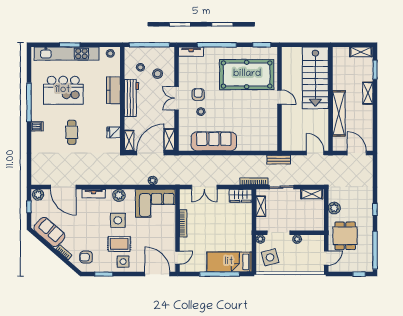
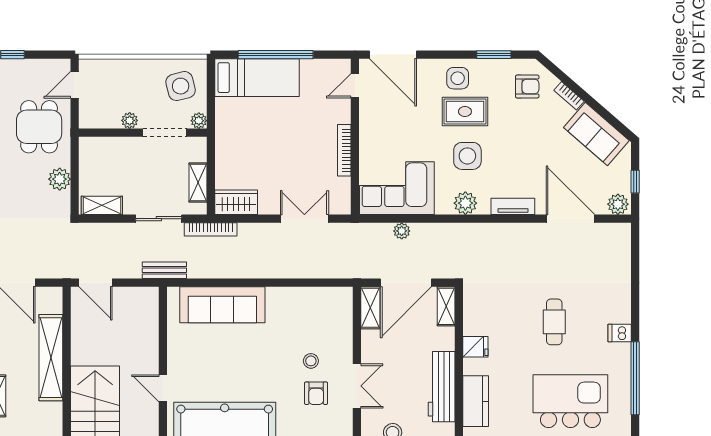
fridge: (114, 132) -> (475, 347), moved
sofa: (214, 141) -> (222, 305), moved

